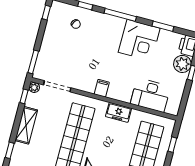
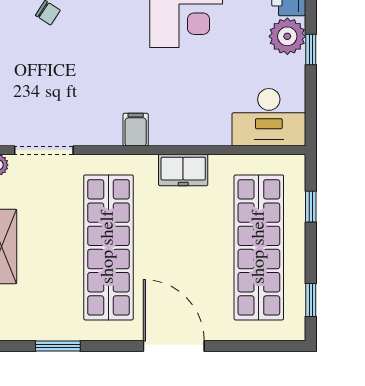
desk: (150, 95) -> (269, 117), moved

